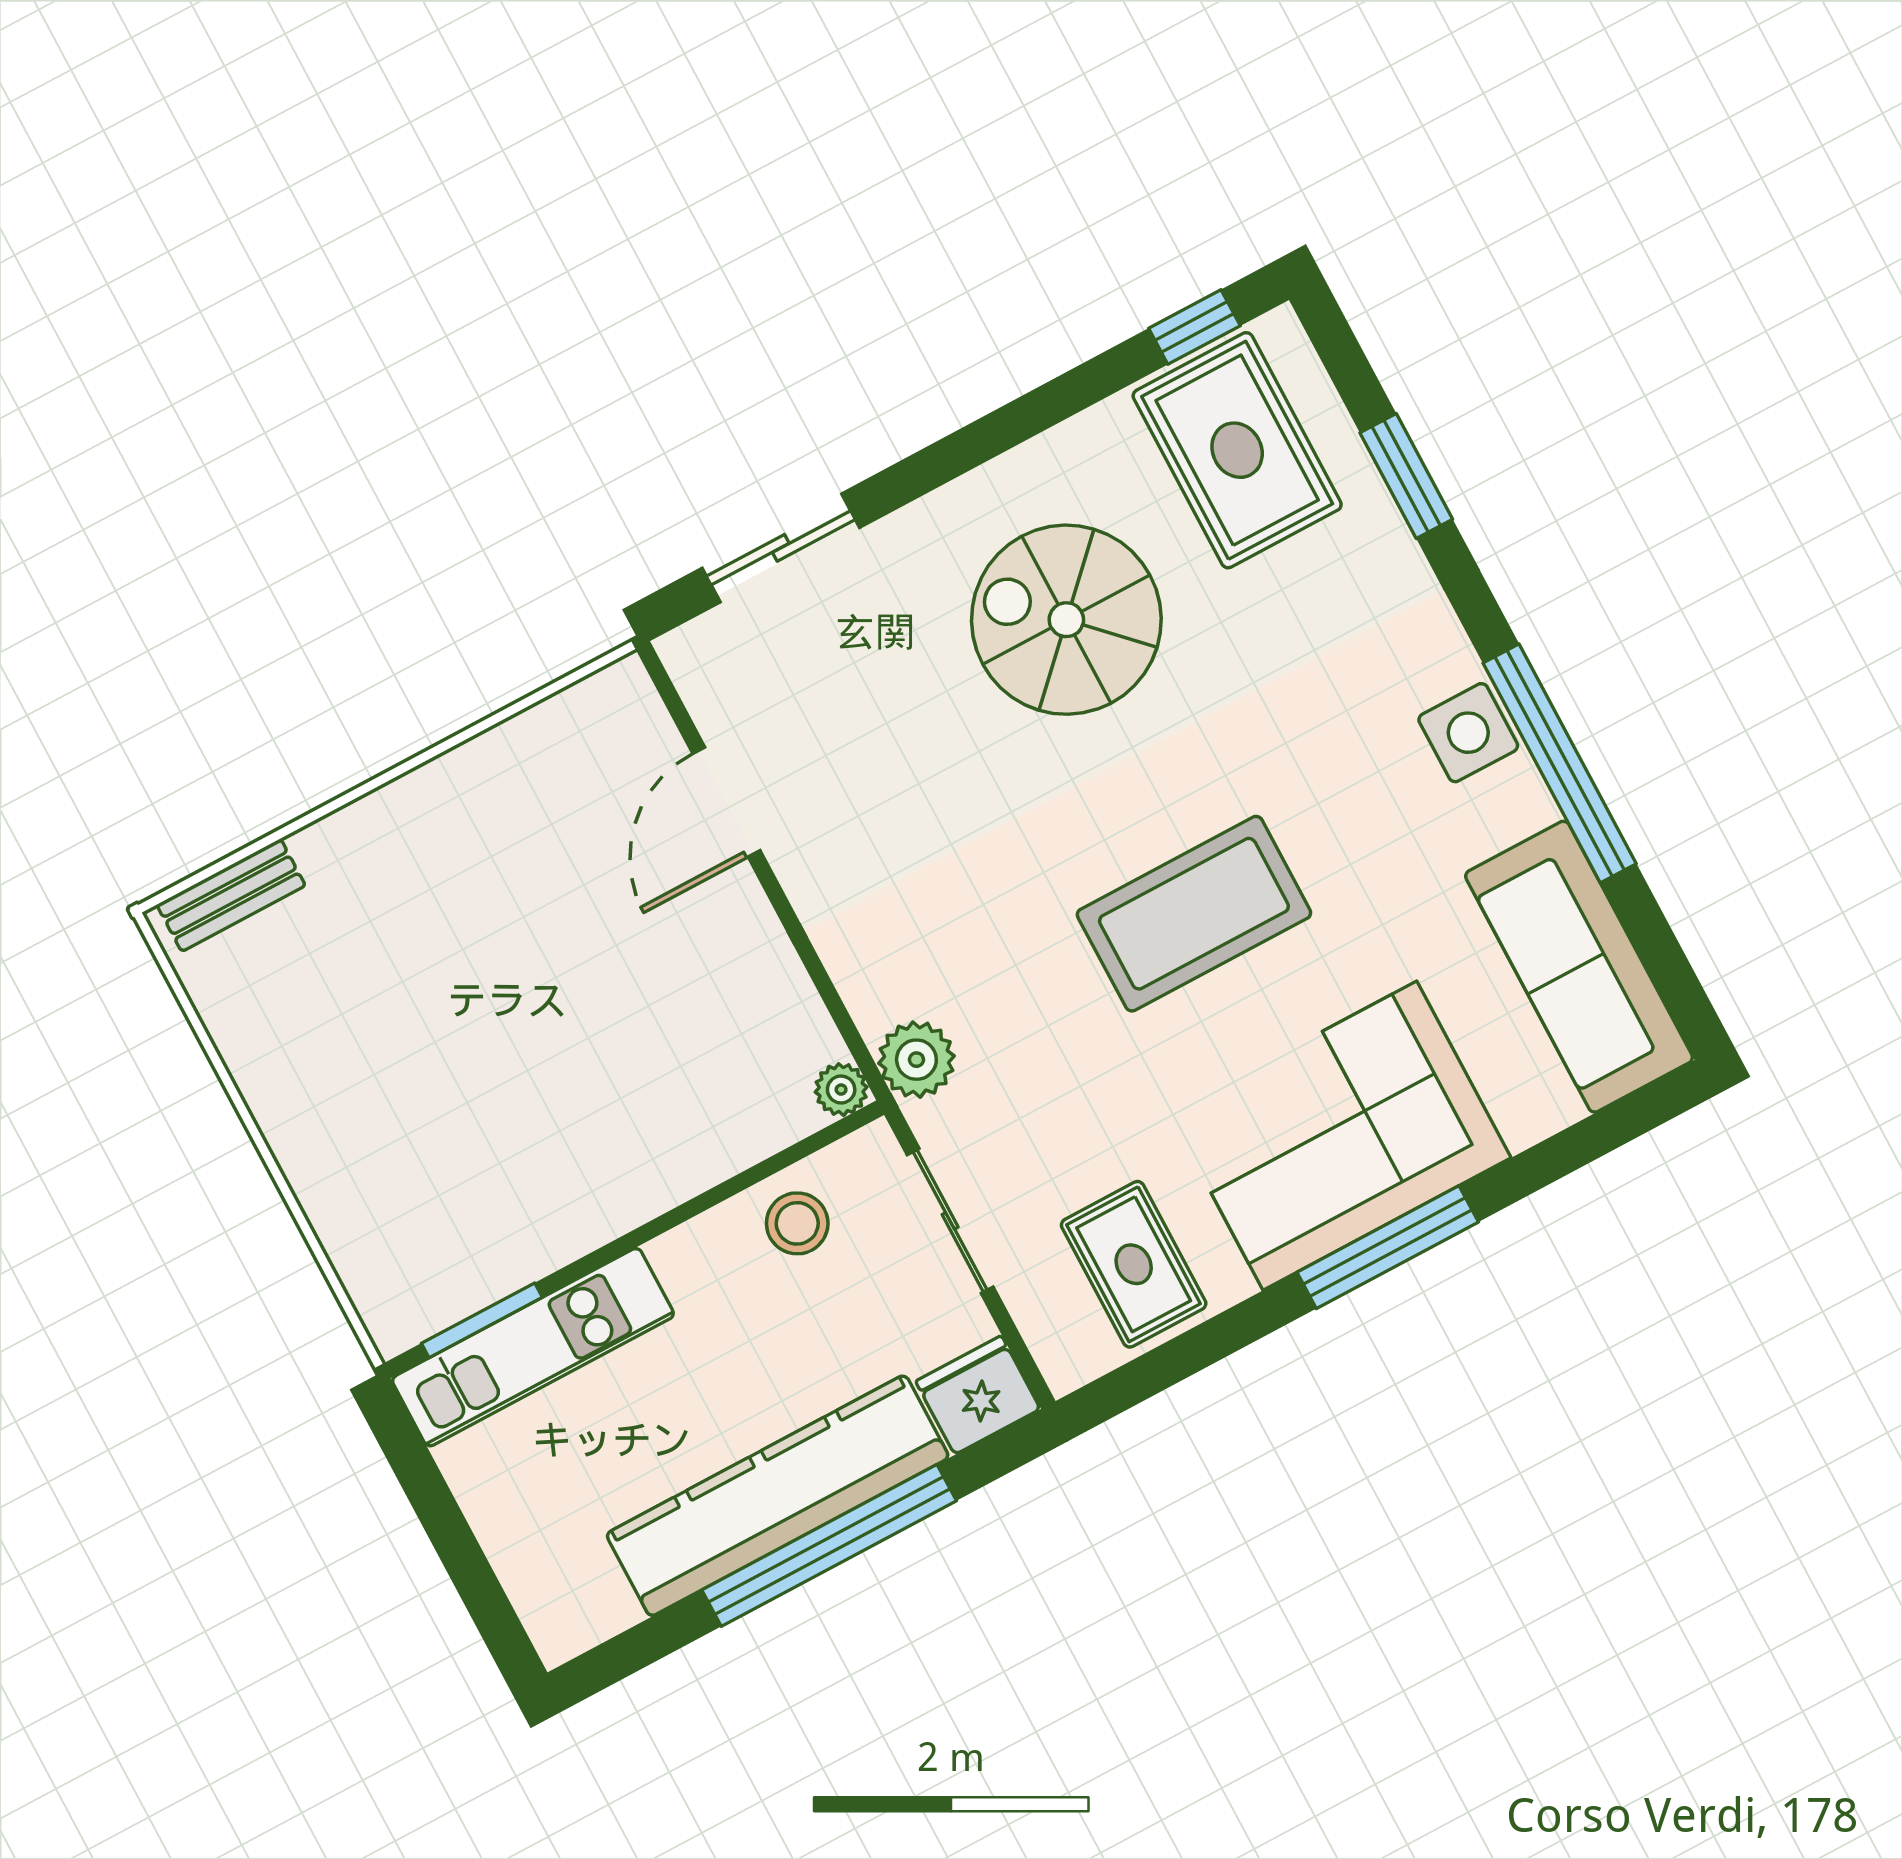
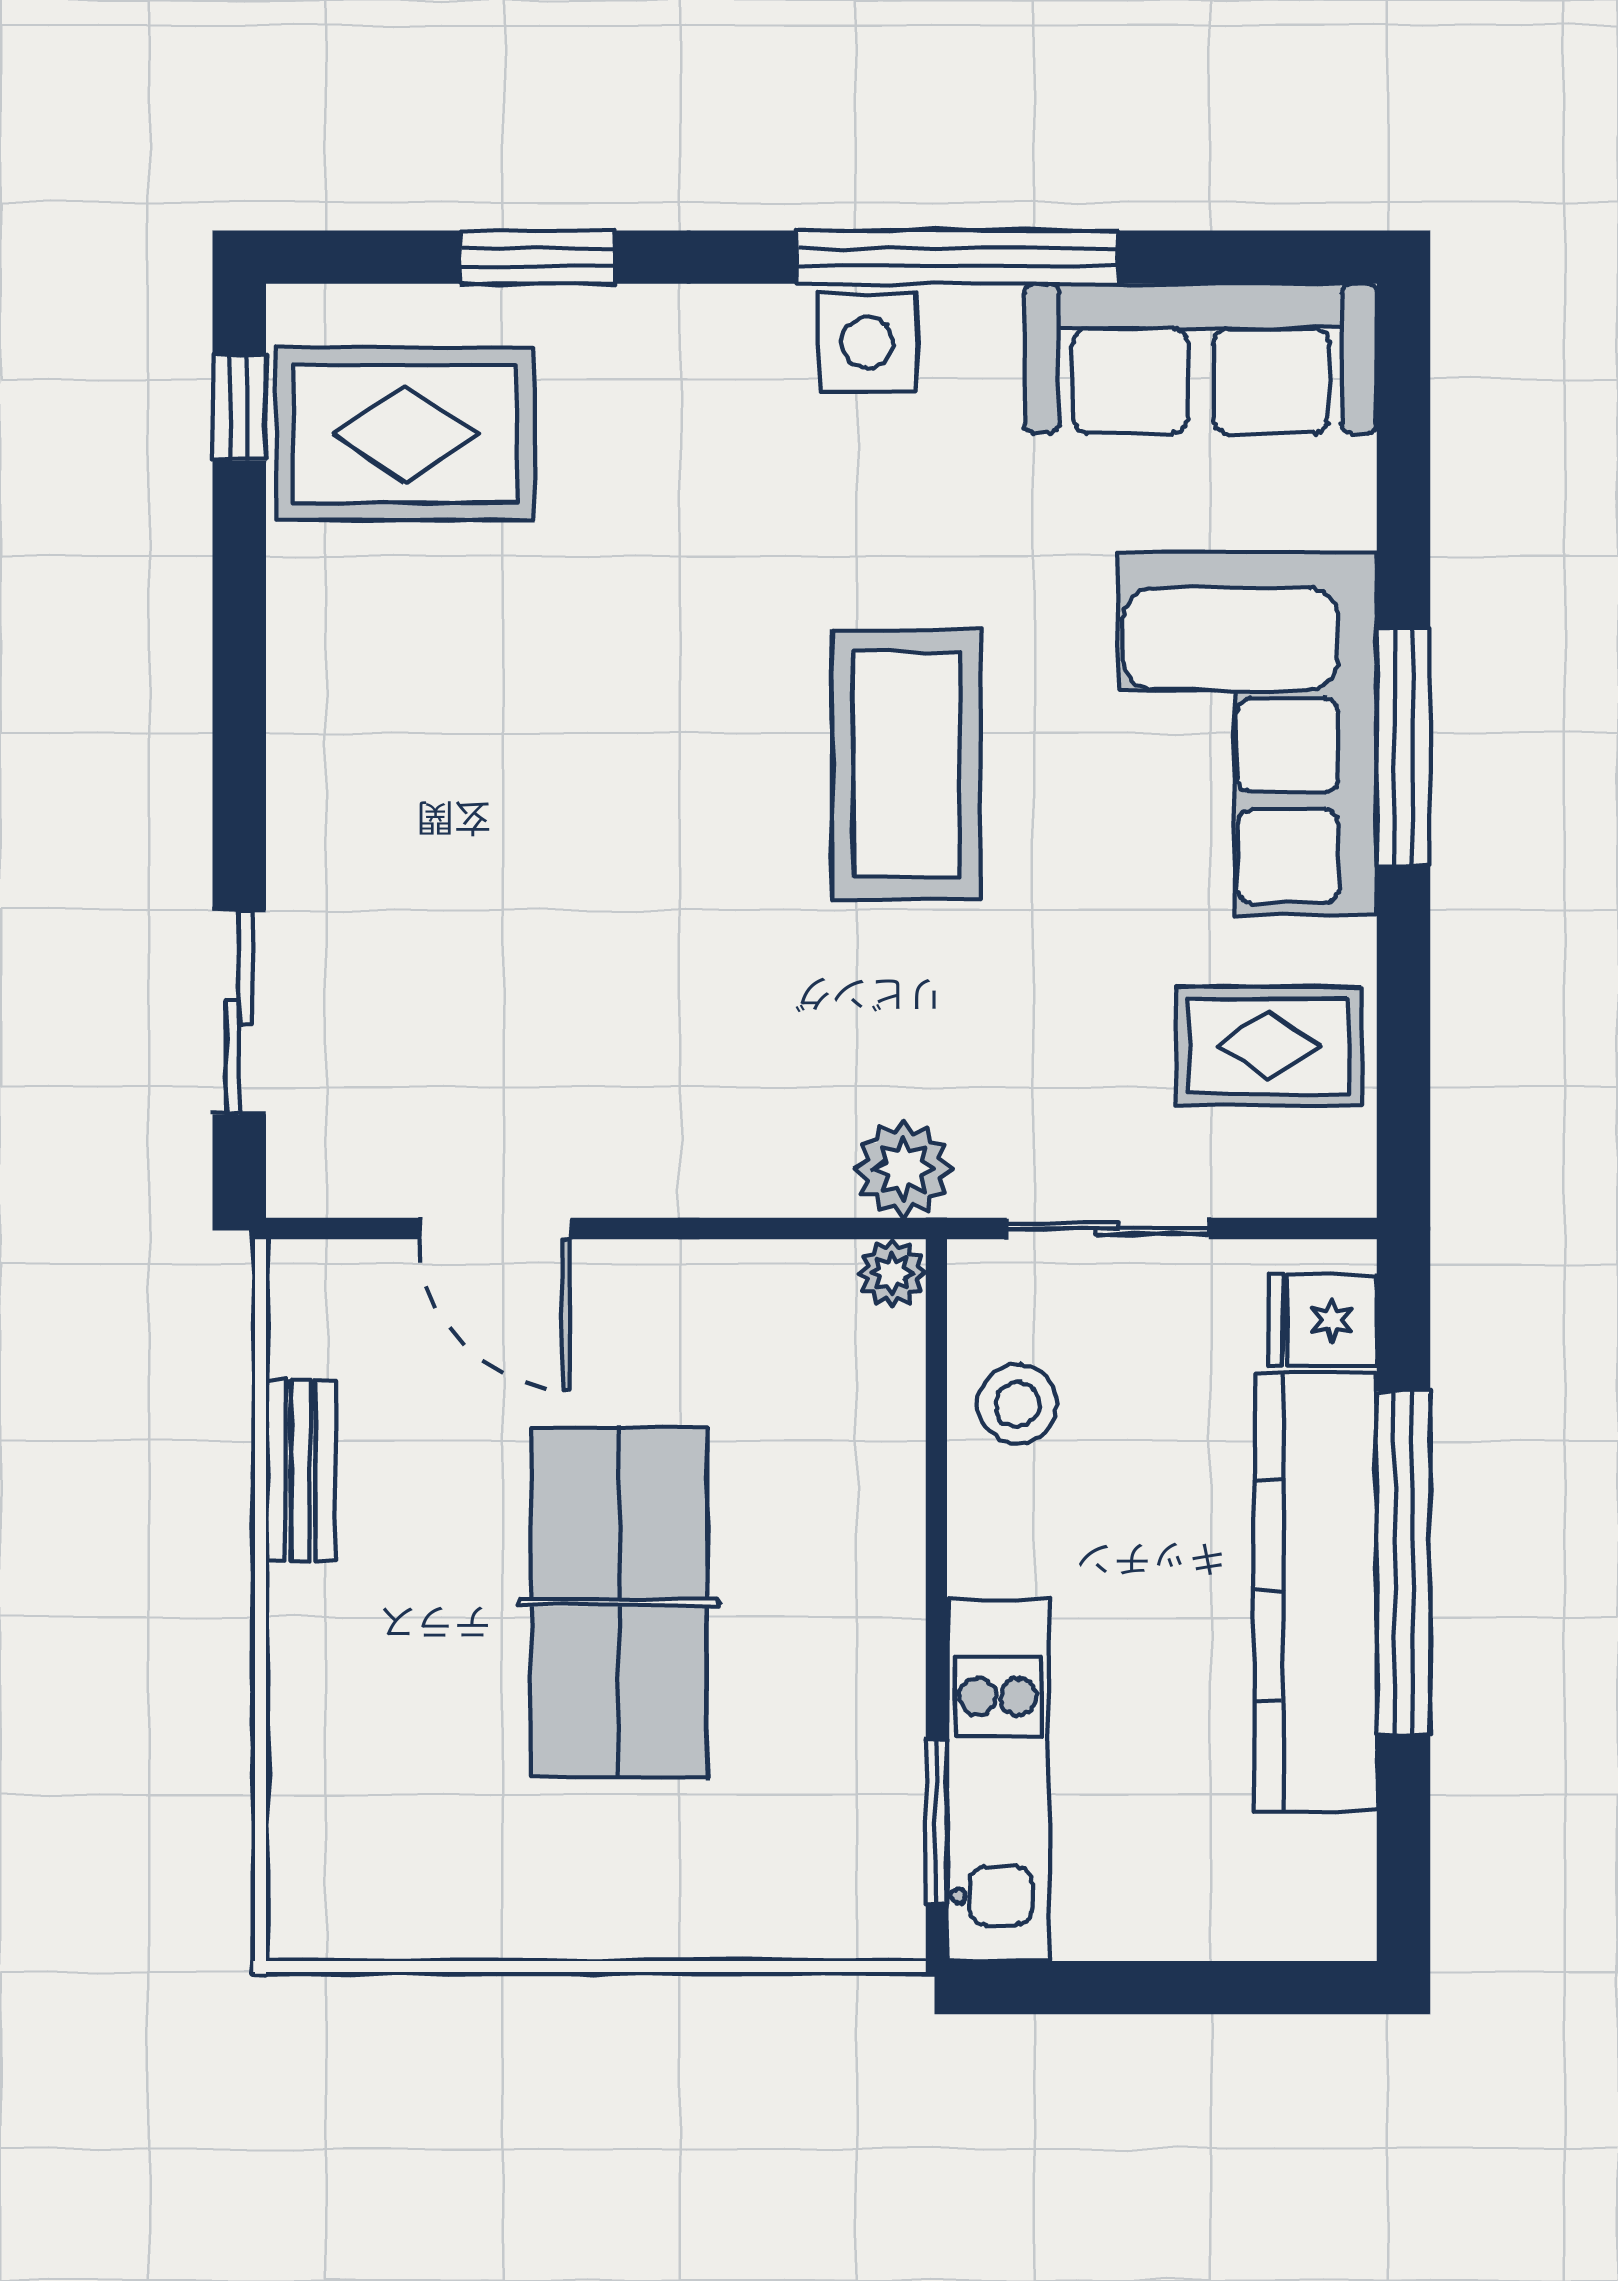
spiral stairs: (1066, 620) -> (494, 731), removed
bench: (231, 895) -> (300, 1470), moved
table tennis table: (516, 1023) -> (619, 1603), added
fridge: (978, 1395) -> (1323, 1320), width x0.72

